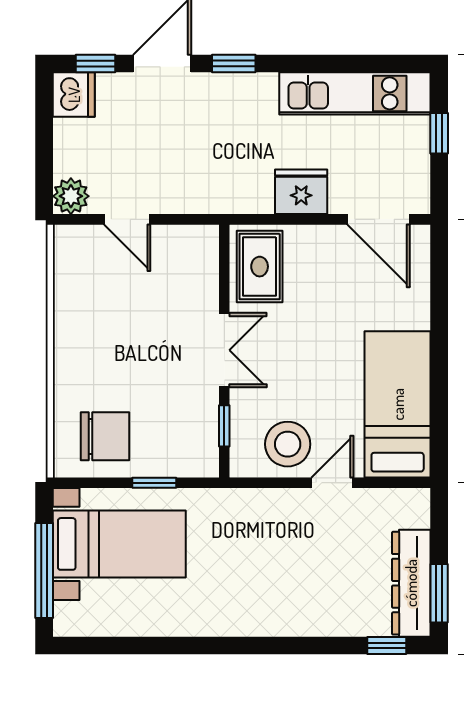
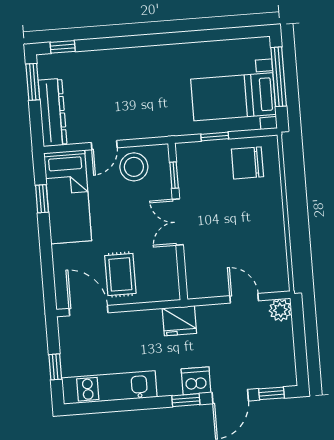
dishwasher: (74, 95) -> (196, 381), moved, turned 90
fridge: (301, 192) -> (179, 321), moved
rug: (260, 267) -> (120, 274), moved
window: (439, 405) -> (42, 199), added
dresser: (411, 583) -> (53, 113), moved

